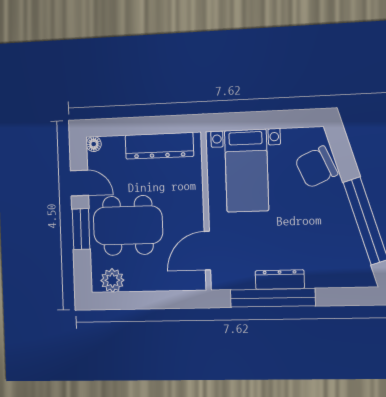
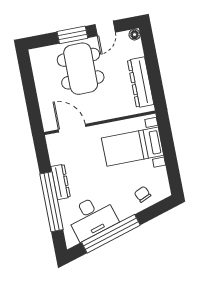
chair: (316, 167) -> (143, 194), width x0.54, depth x0.54
desk: (337, 244) -> (92, 217), added
plant: (112, 280) -> (40, 63), removed
window: (273, 298) -> (51, 202), moved

